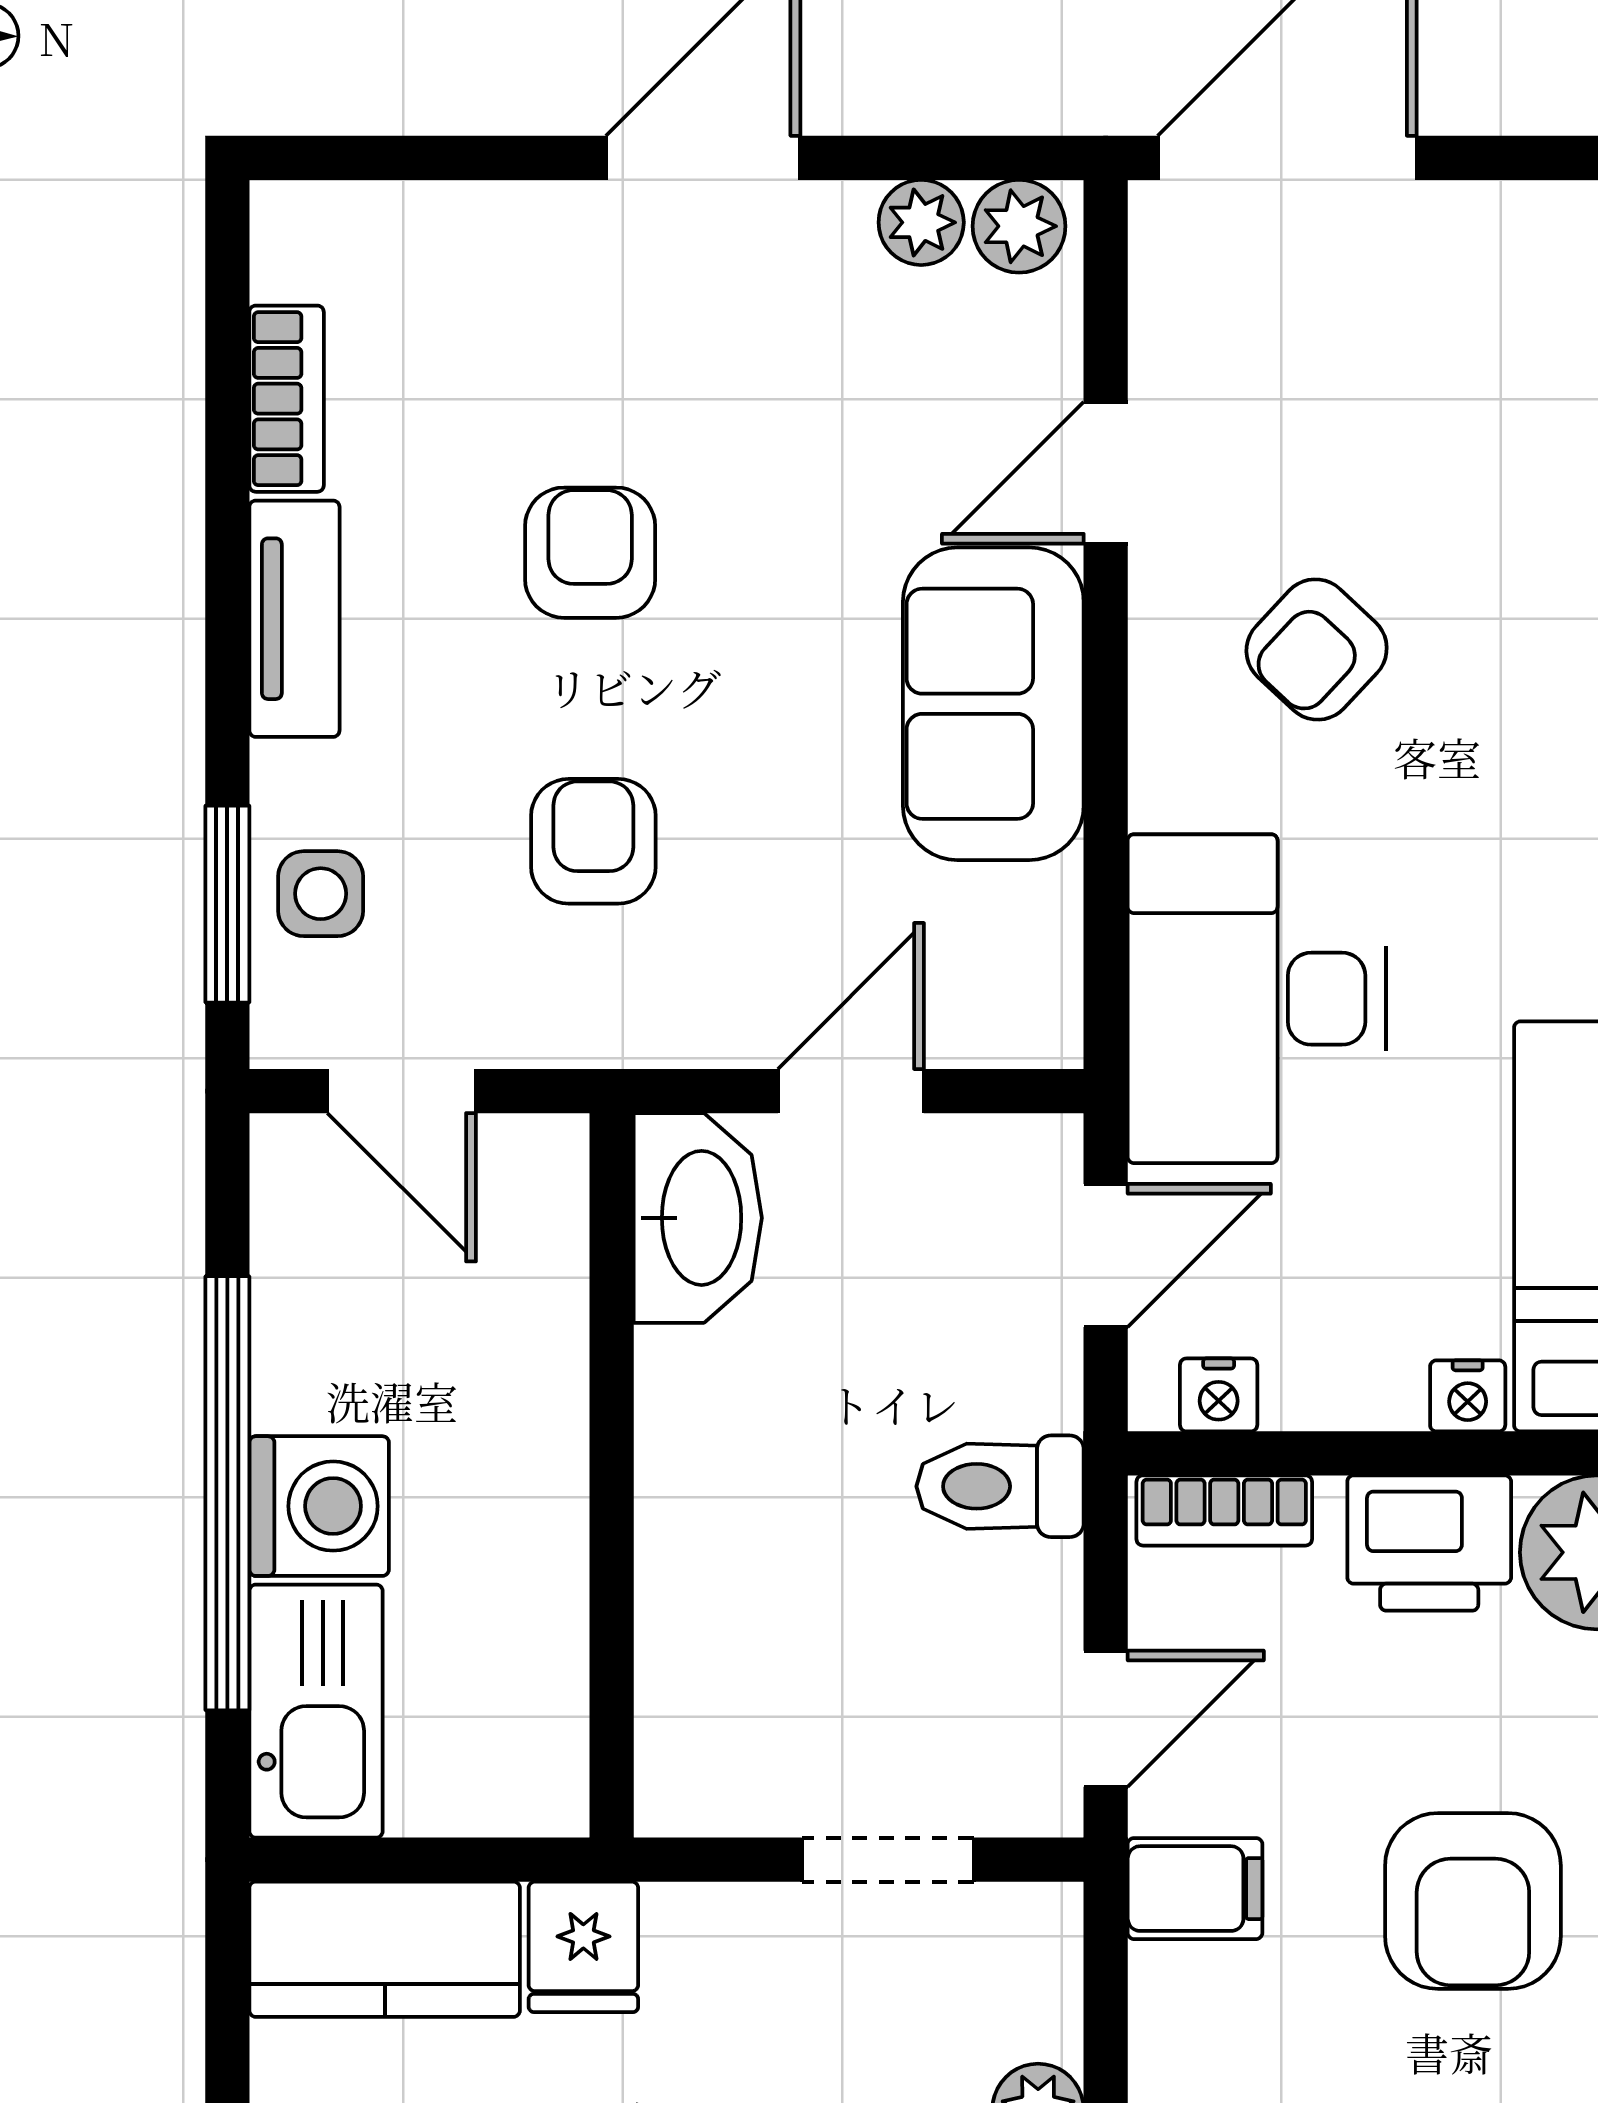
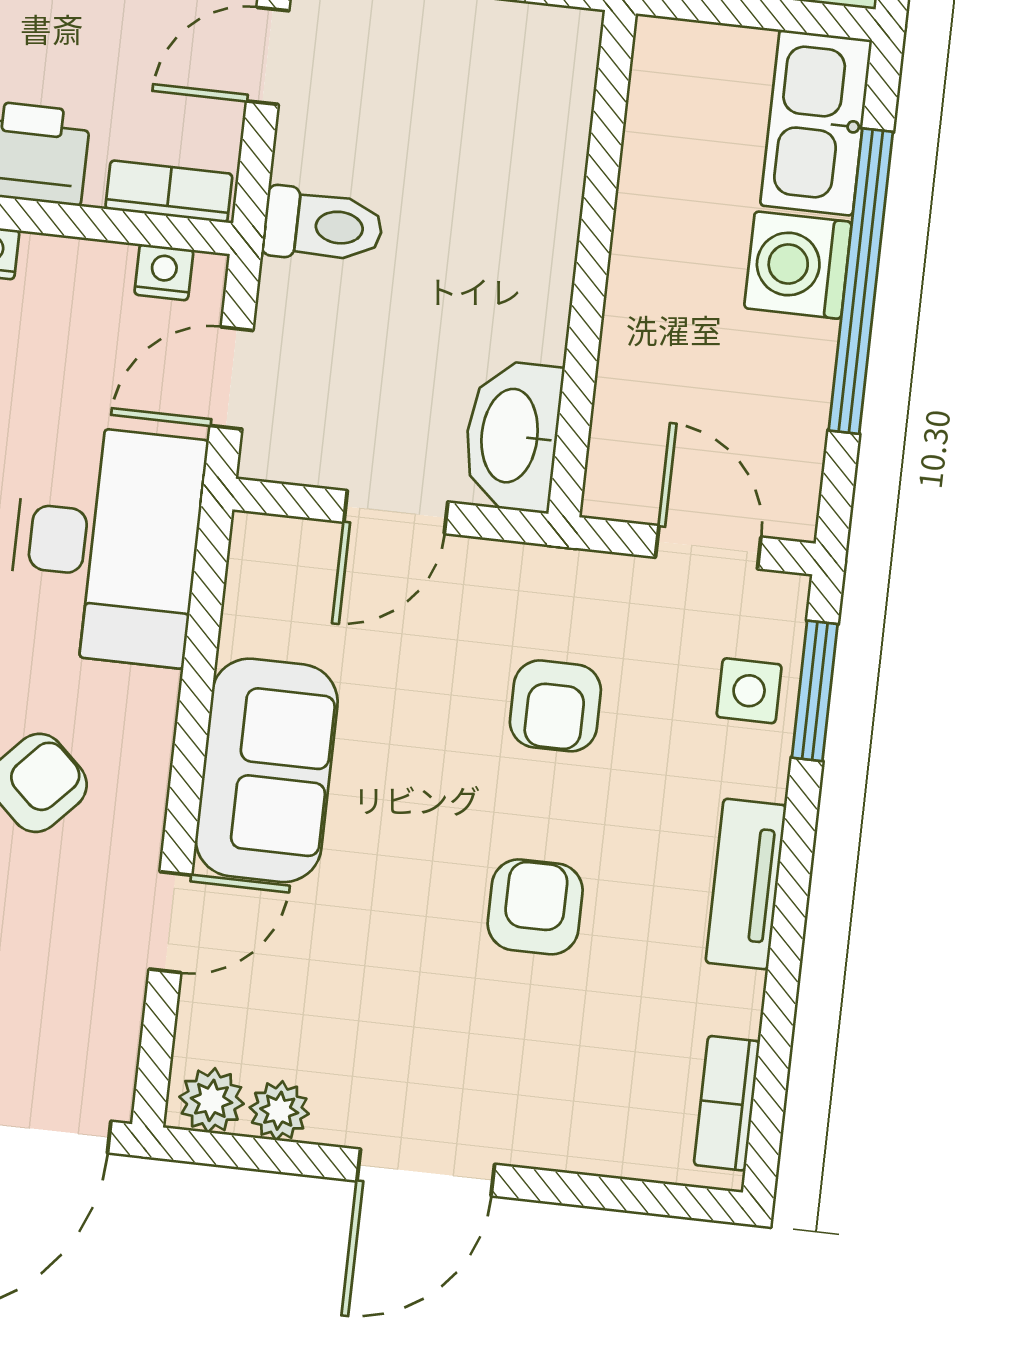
bookcase: (287, 399) -> (727, 1103), moved
armchair: (590, 553) -> (535, 907), turned 180

